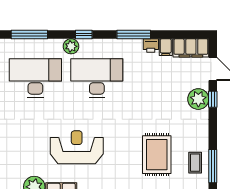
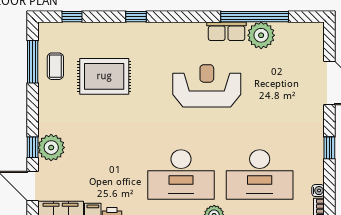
reception desk: (77, 147) -> (207, 86), turned 180
rug: (157, 155) -> (104, 76), turned 90

